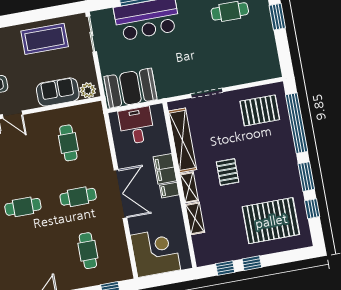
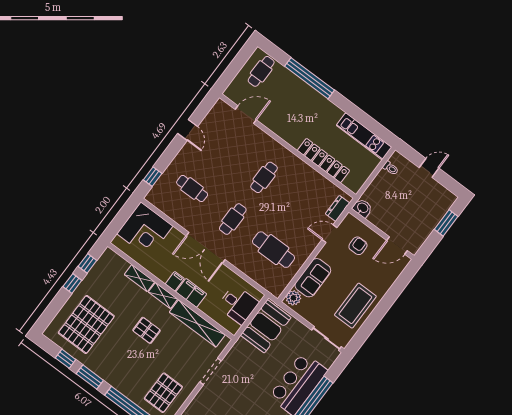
cafe table: (68, 143) -> (273, 250), width x1.37, depth x1.35

